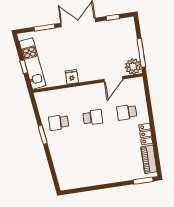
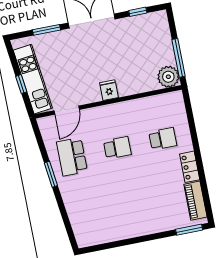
fridge: (72, 77) -> (109, 90), moved
door: (113, 79) -> (67, 110), moved
school desk: (127, 112) -> (163, 139), turned 180
school desk: (59, 122) -> (72, 157), width x1.85

